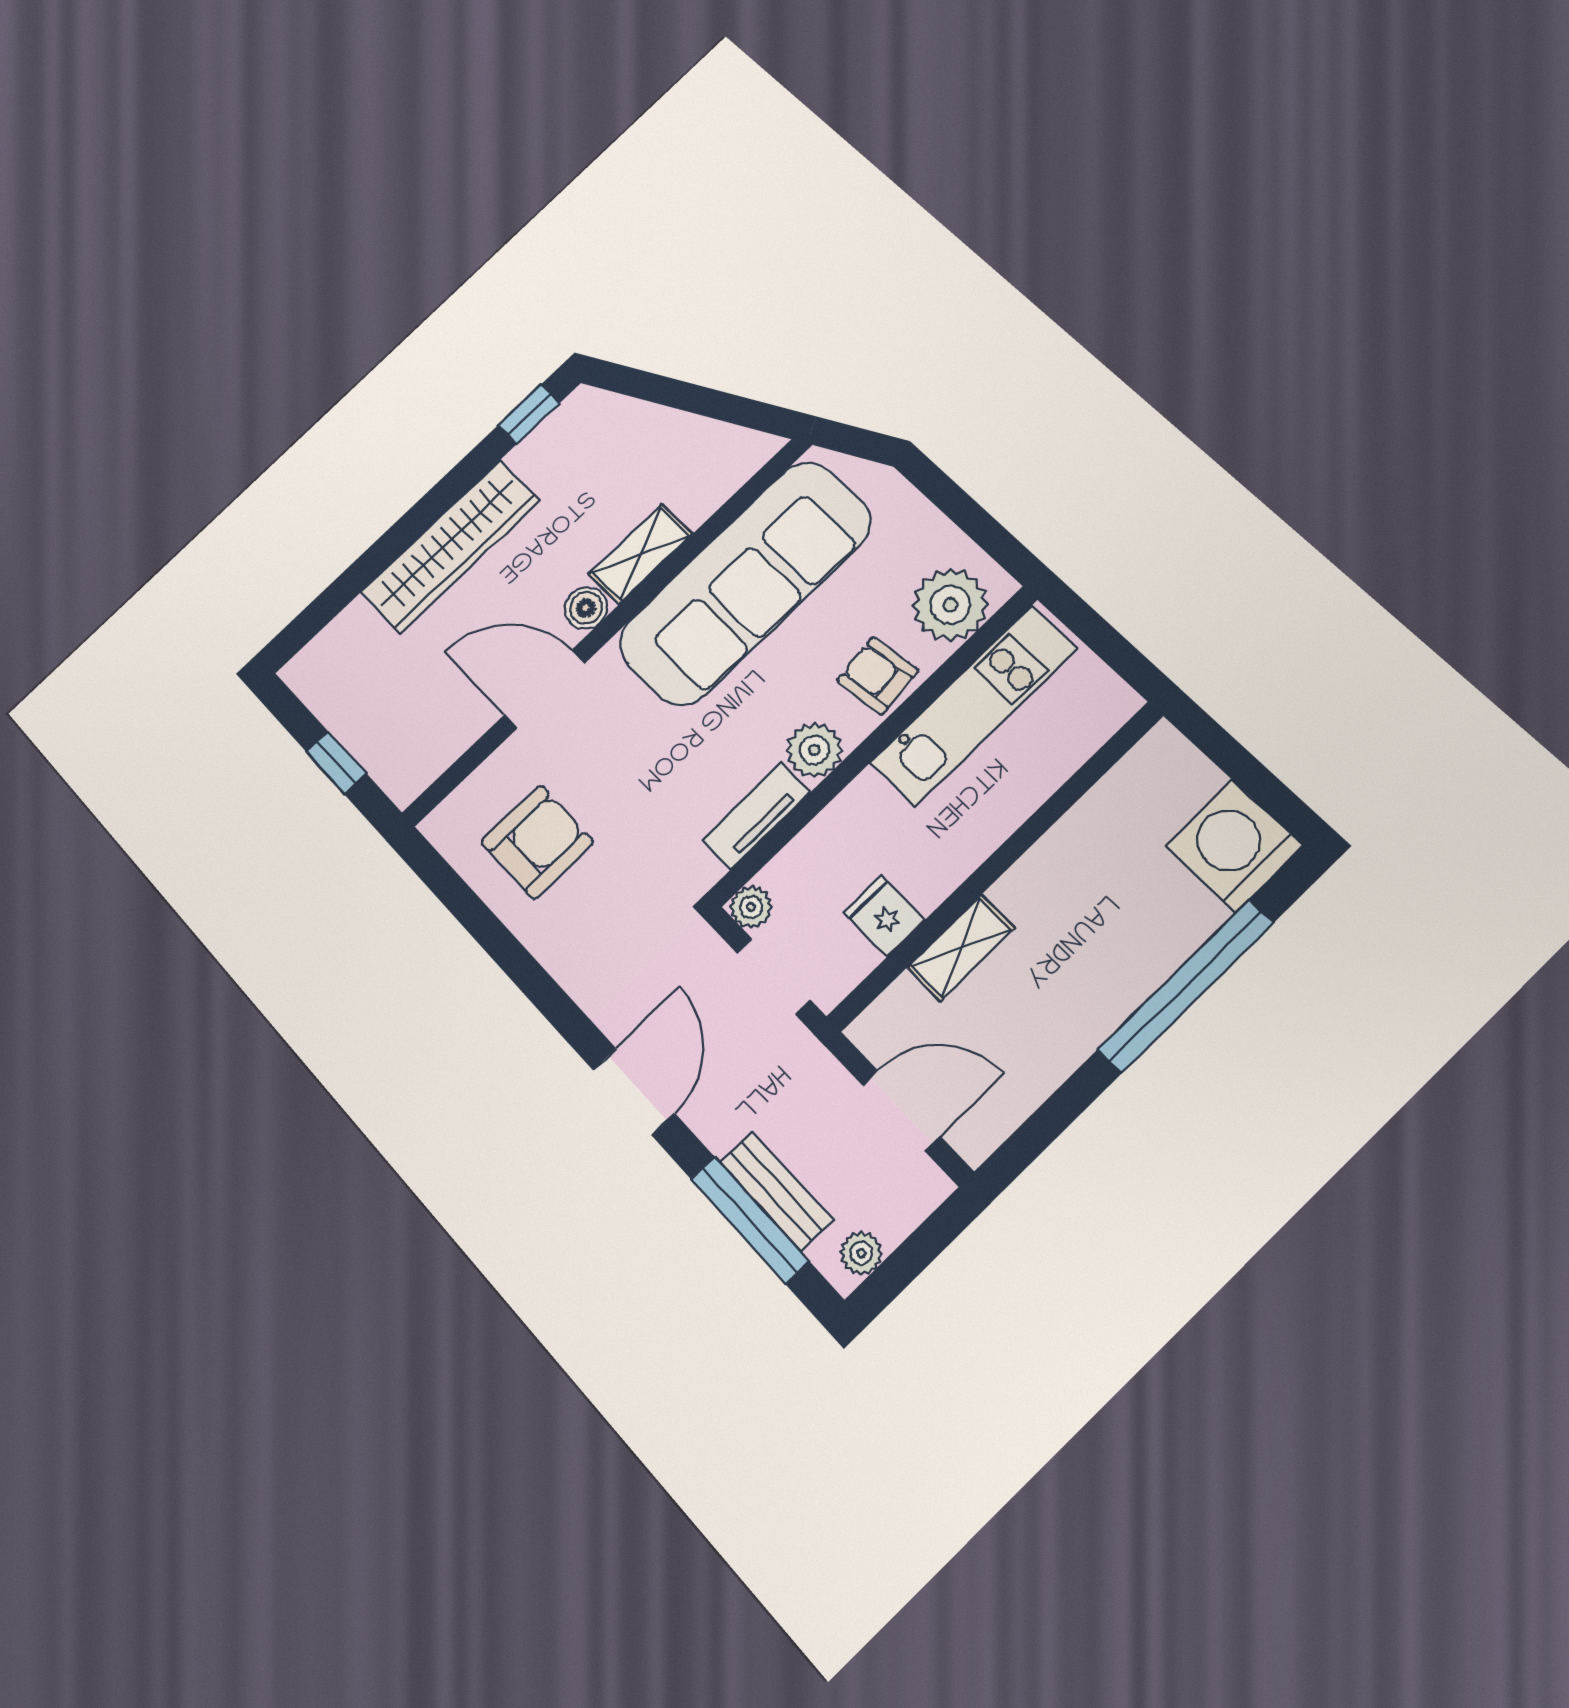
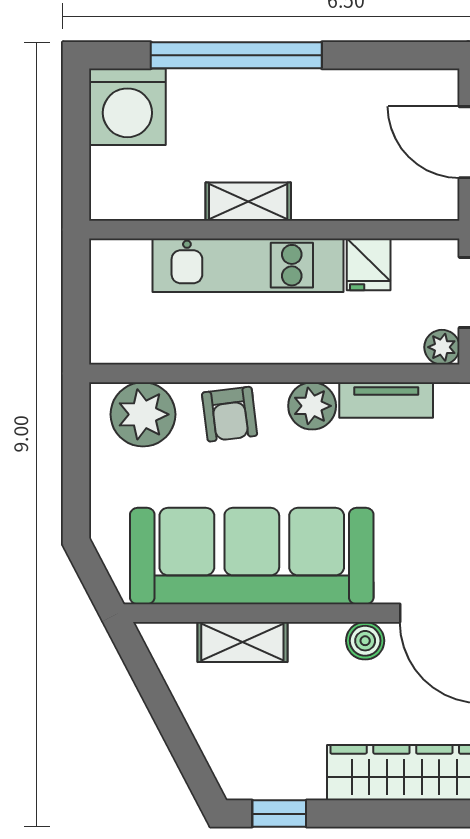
shelving: (641, 554) -> (242, 642), moved
kitchen unit: (974, 706) -> (248, 265), moved, turned 180
shelving: (961, 948) -> (248, 202), moved

